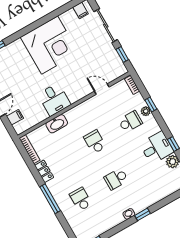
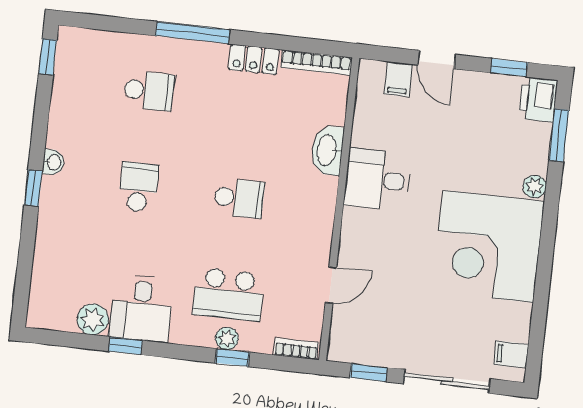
plant: (18, 44) -> (535, 187), added
school desk: (130, 122) -> (228, 294), width x1.85

